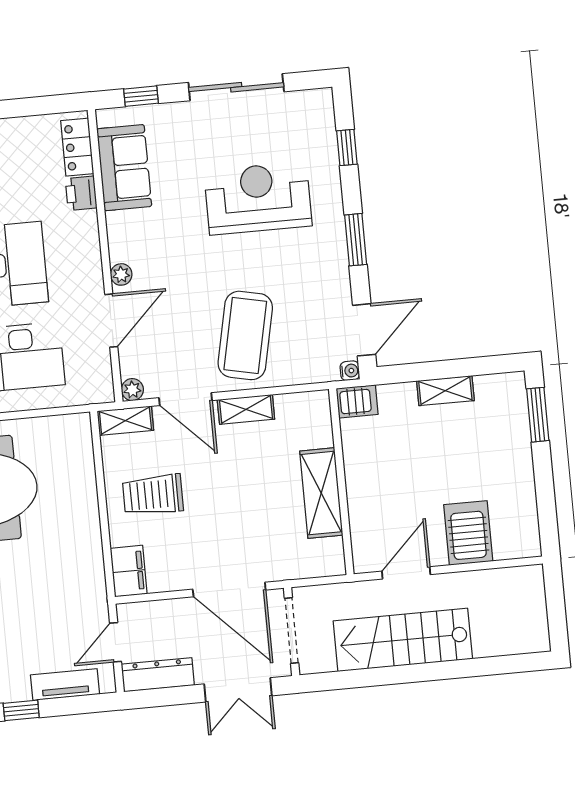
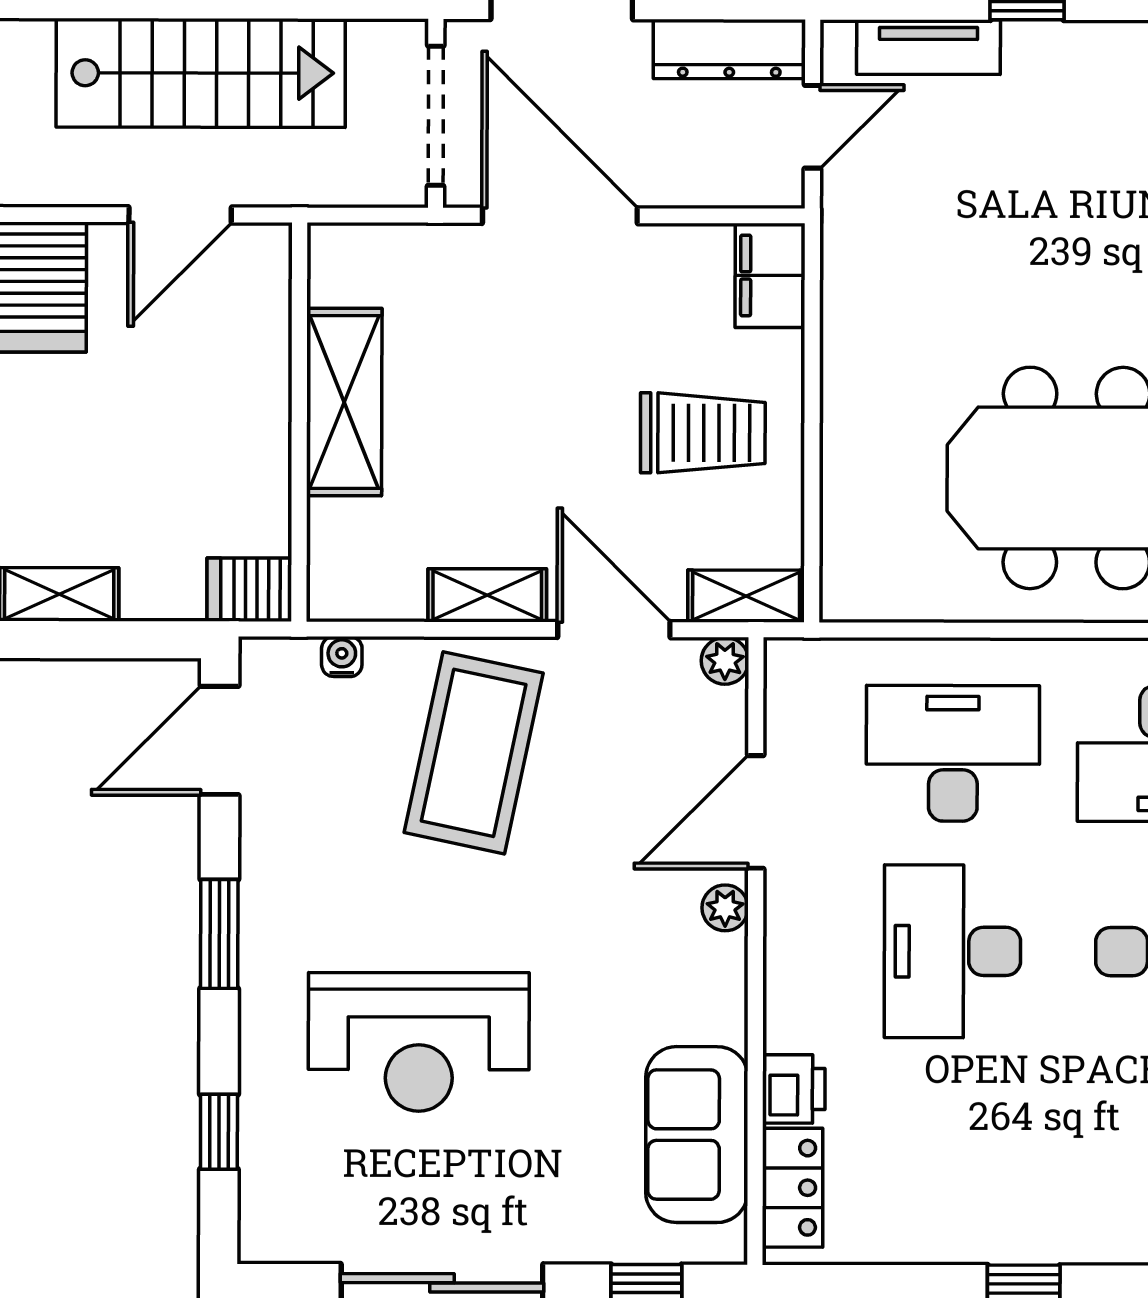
water cooler: (350, 371) -> (342, 657), moved, turned 90

